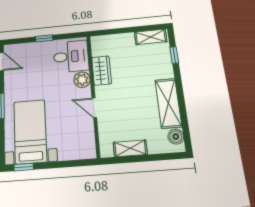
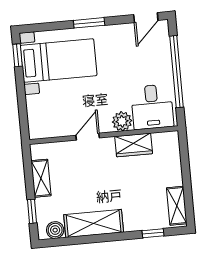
window: (44, 38) -> (177, 72), width x3.17
window: (160, 157) -> (32, 211), added

